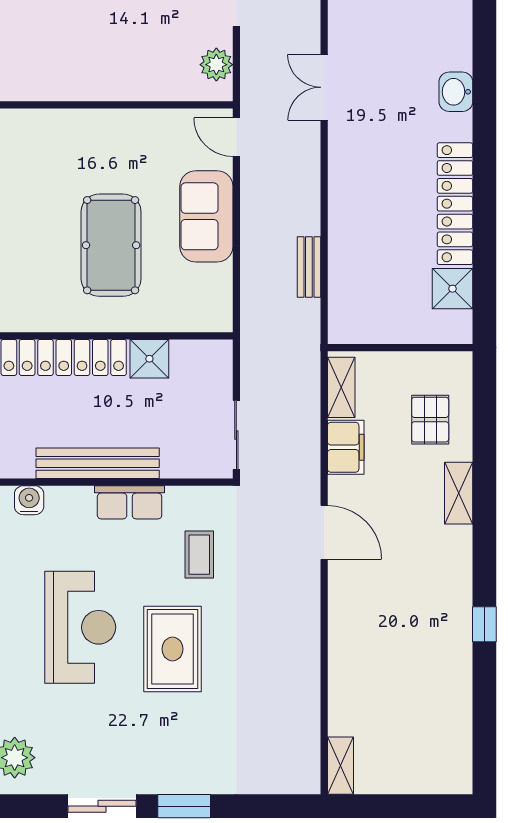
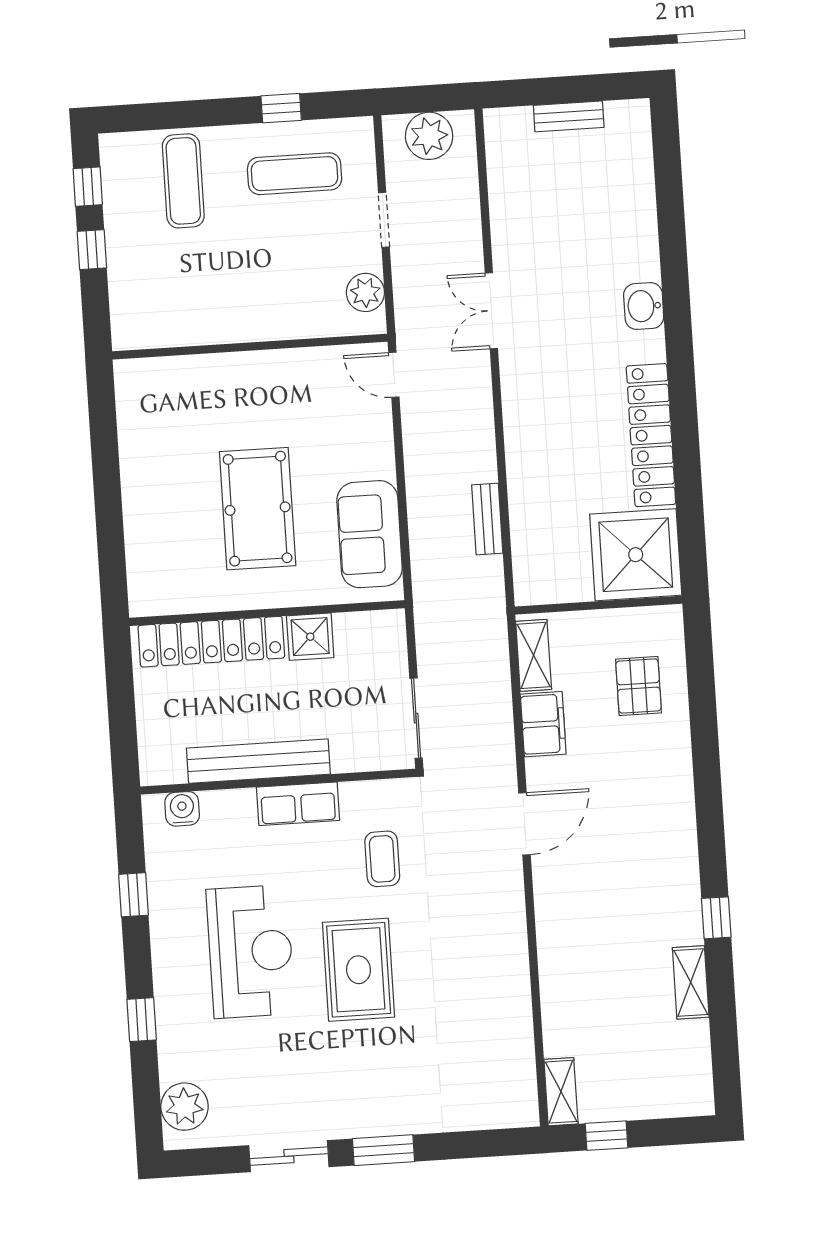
sofa: (206, 216) -> (370, 534), moved
shower: (452, 289) -> (636, 555), width x1.86, depth x1.86
shelving: (459, 493) -> (691, 982), moved
door: (324, 532) -> (525, 824), hinge flipped
window: (377, 806) -> (607, 1136), added

